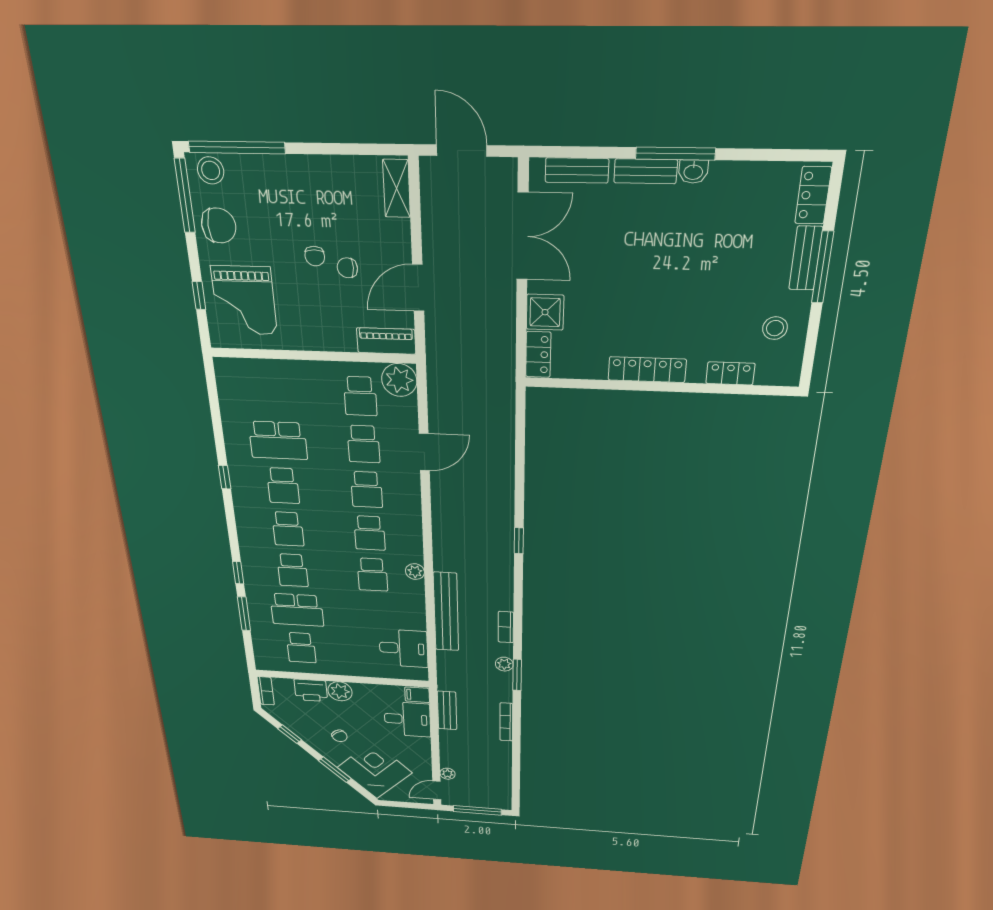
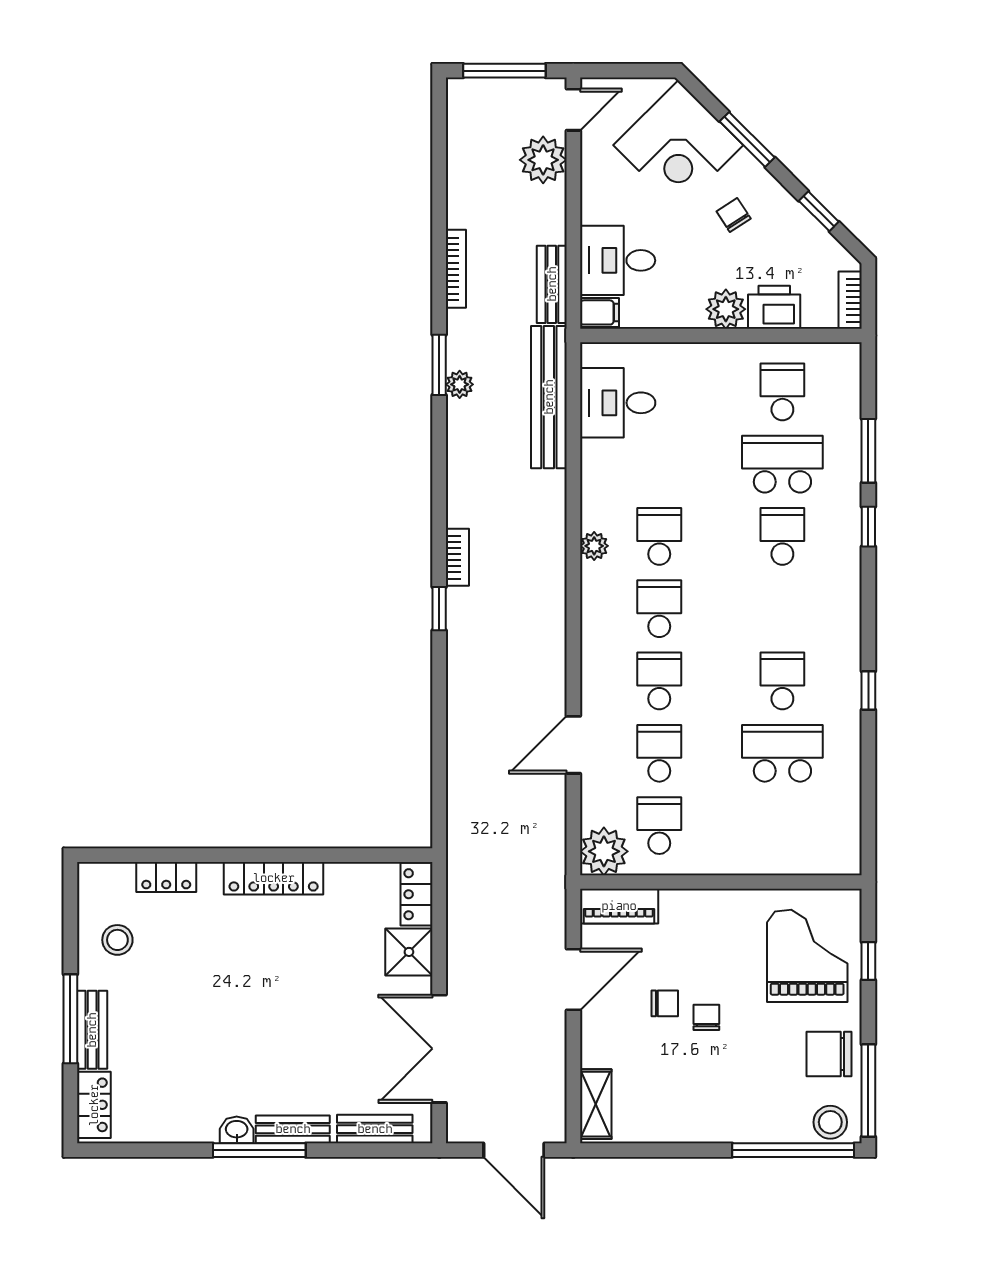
school desk: (288, 529) -> (782, 609), removed
bench: (446, 612) -> (549, 397), moved
bookcase: (506, 627) -> (457, 557), moved
plant: (447, 774) -> (543, 160), width x1.88, depth x1.88

